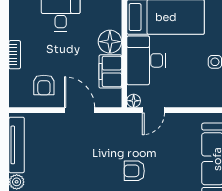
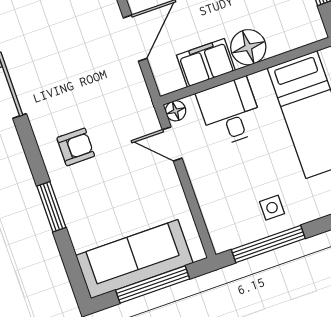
desk: (146, 60) -> (230, 112), width x0.73
armchair: (134, 171) -> (76, 147), turned 90

